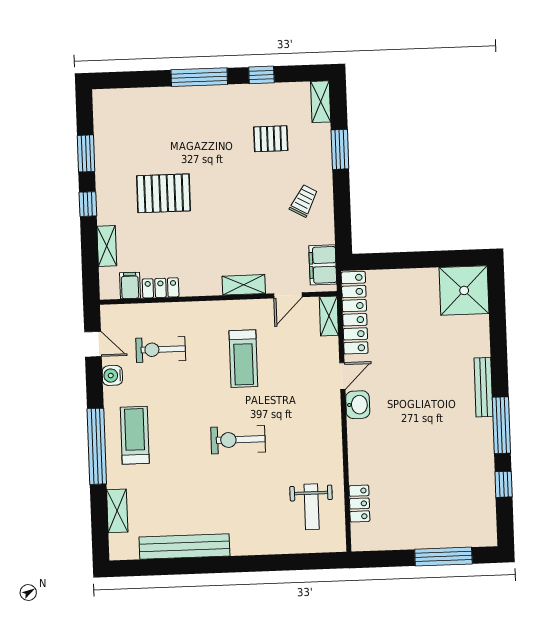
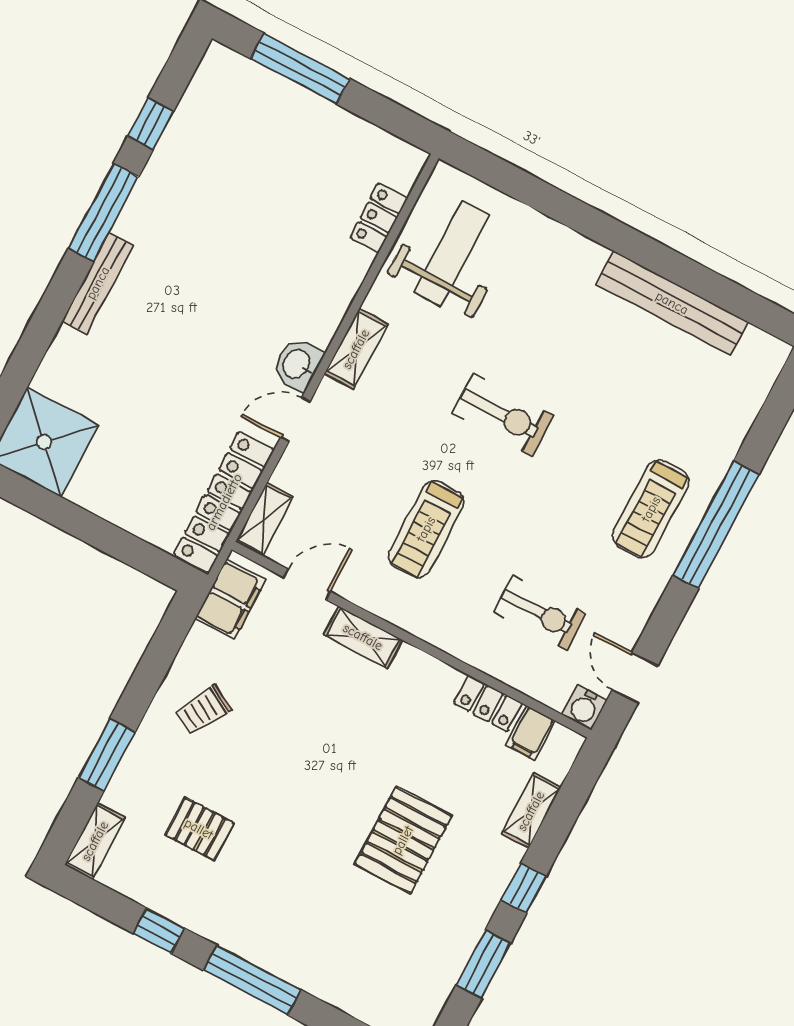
pallet: (164, 193) -> (403, 840), turned 90
treadmill: (243, 359) -> (426, 529), turned 180
water cooler: (112, 375) -> (584, 708), moved, turned 90
weight bench: (312, 507) -> (452, 254), width x1.36, depth x1.33
shelving: (117, 511) -> (356, 349), moved

